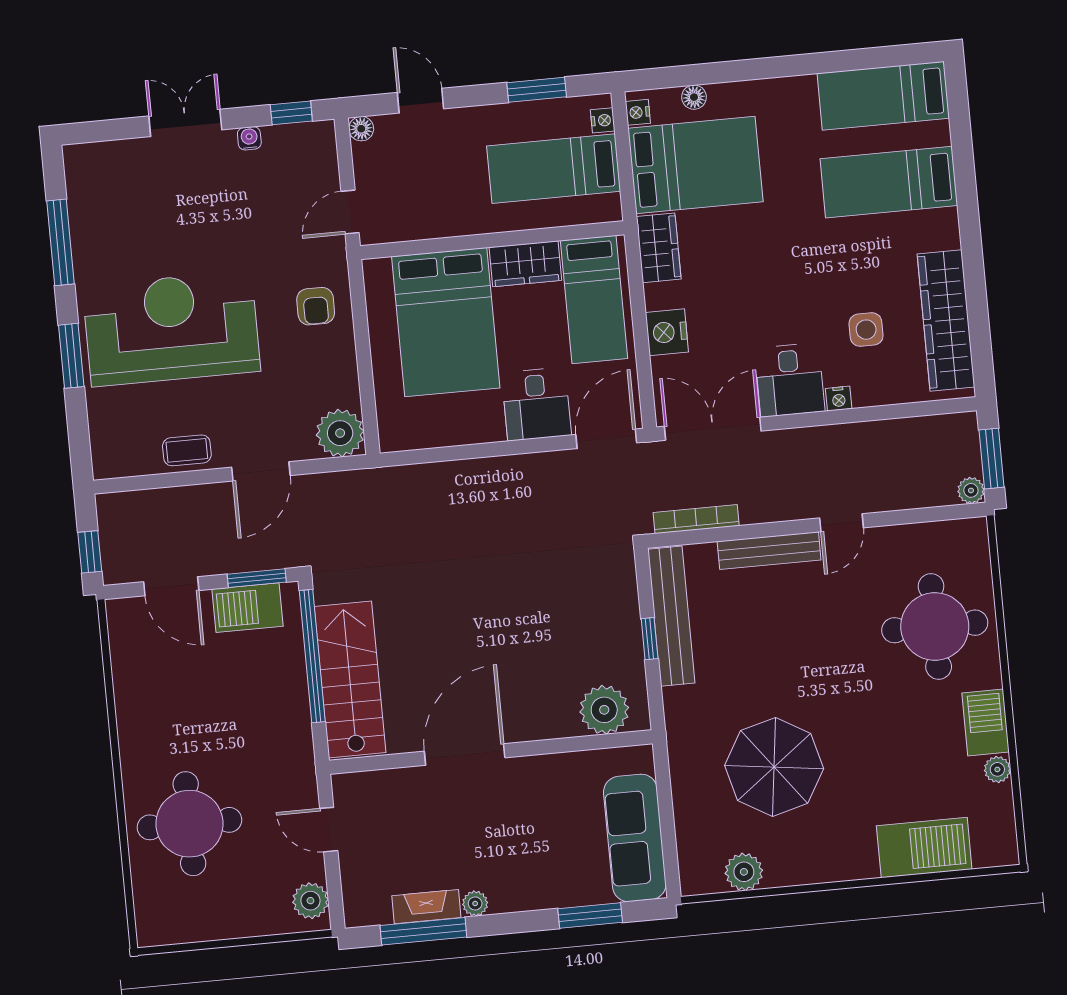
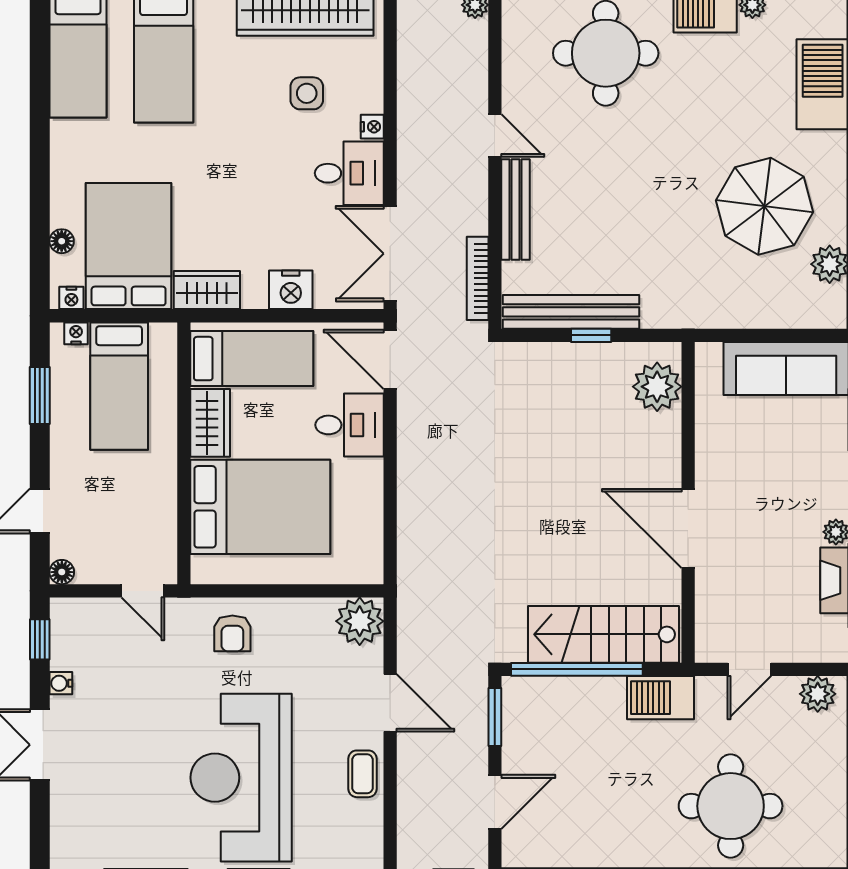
armchair: (316, 306) -> (232, 633), turned 90
barbecue: (248, 608) -> (661, 698), moved, turned 90
parasol: (774, 767) -> (765, 206), moved

